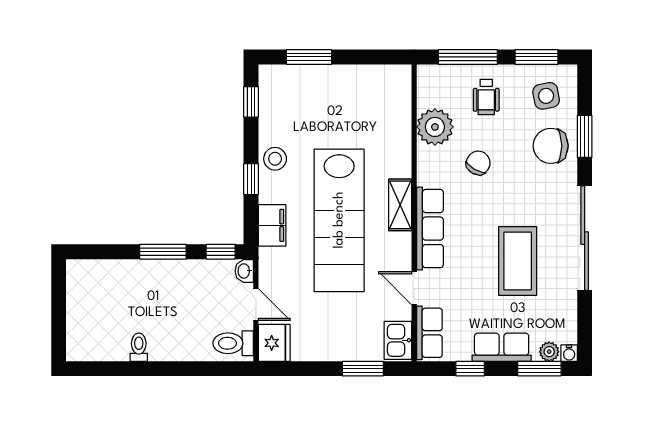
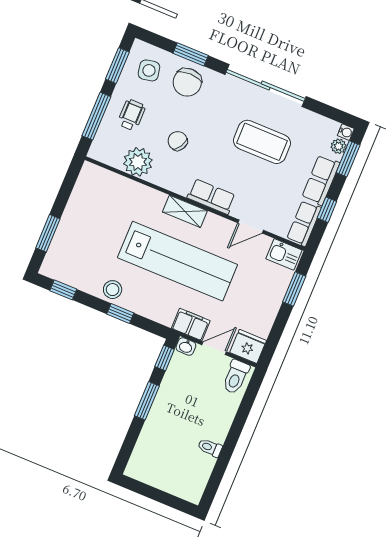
wheelchair: (486, 97) -> (131, 115), turned -90
filing cabinet: (272, 225) -> (191, 324), moved
row of seats: (430, 229) -> (211, 197), width x0.68
row of seats: (429, 333) -> (304, 223), moved, turned -90

